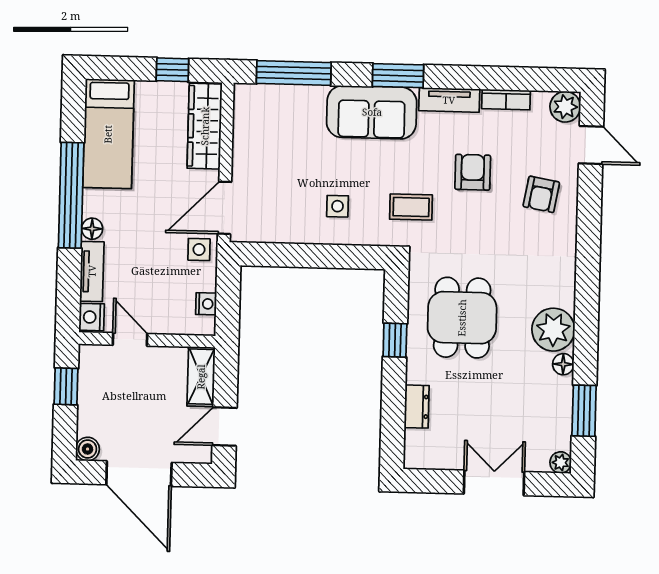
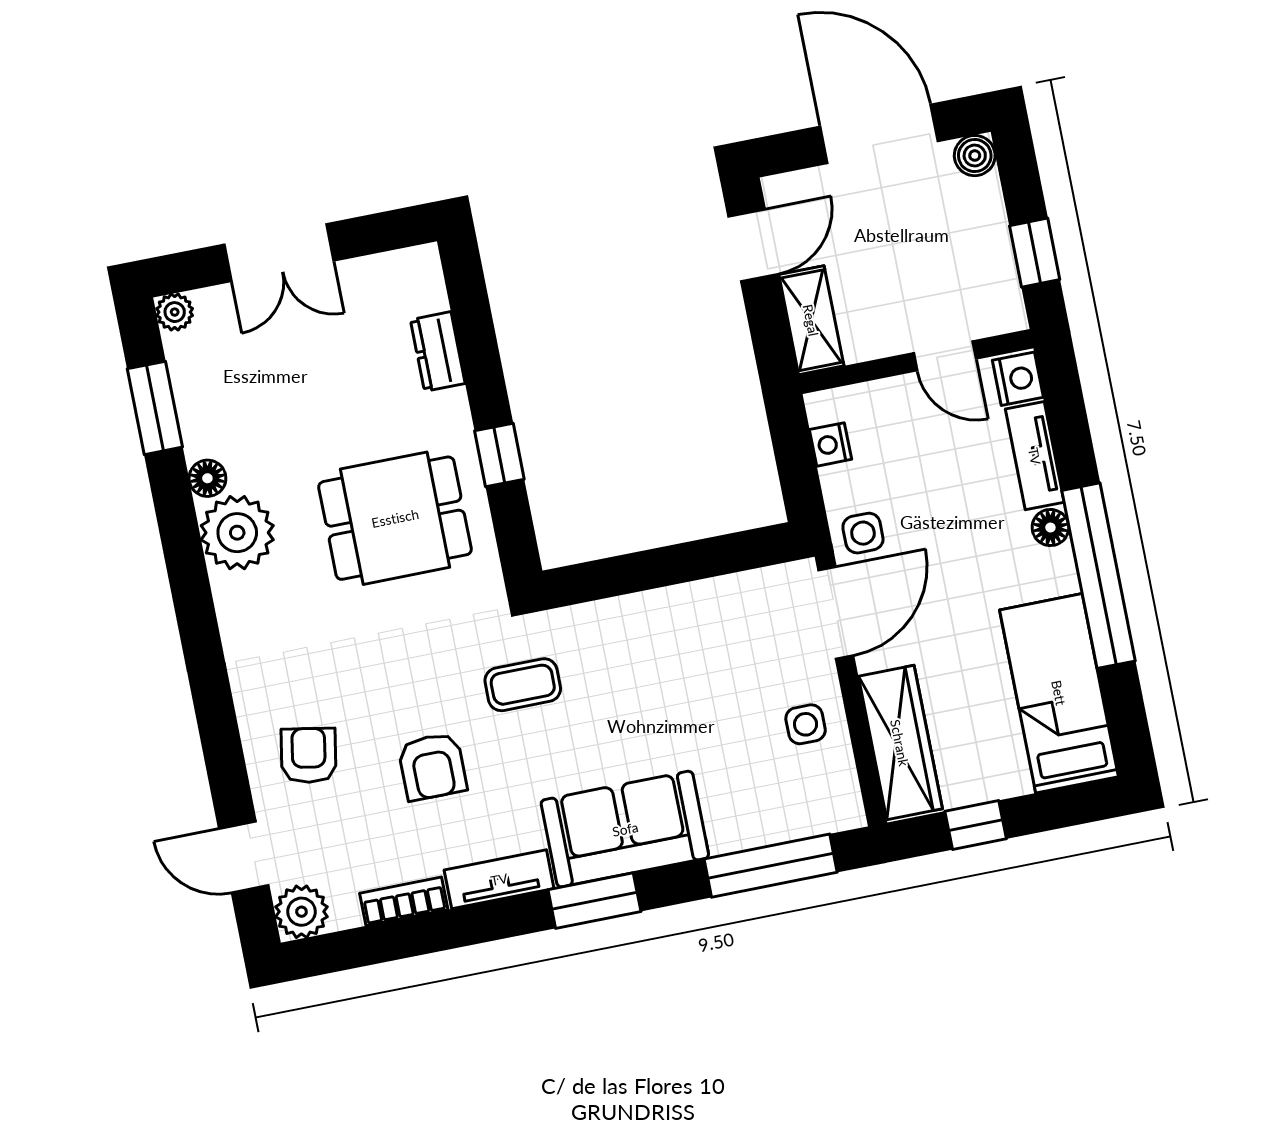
side table: (338, 206) -> (806, 724), moved
dining table: (462, 318) -> (395, 518), turned 90

